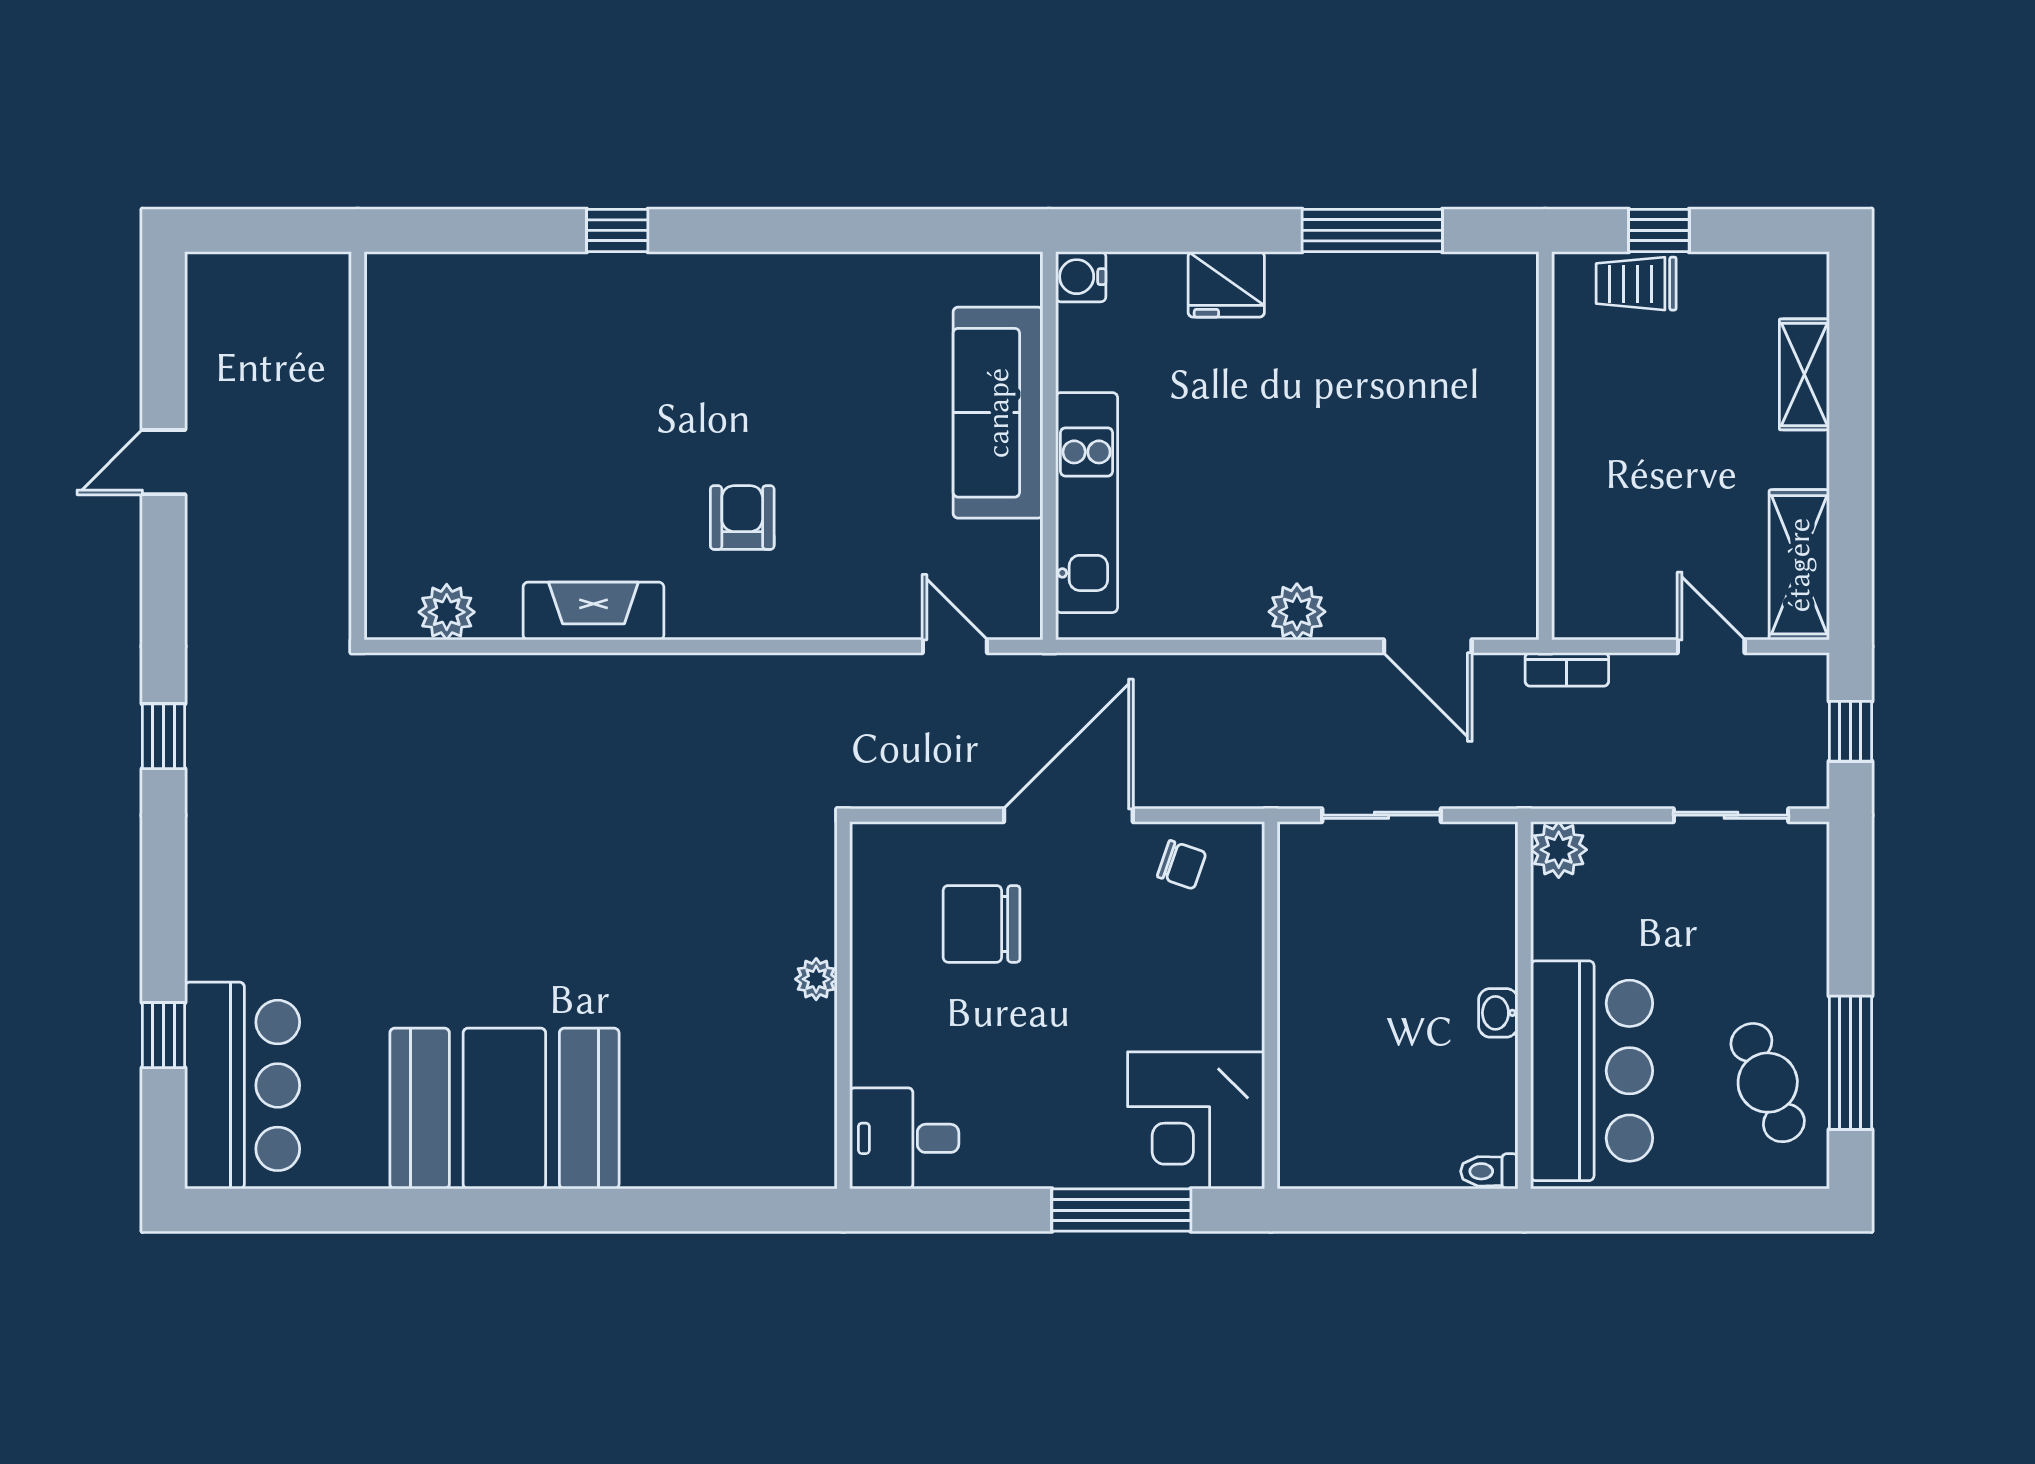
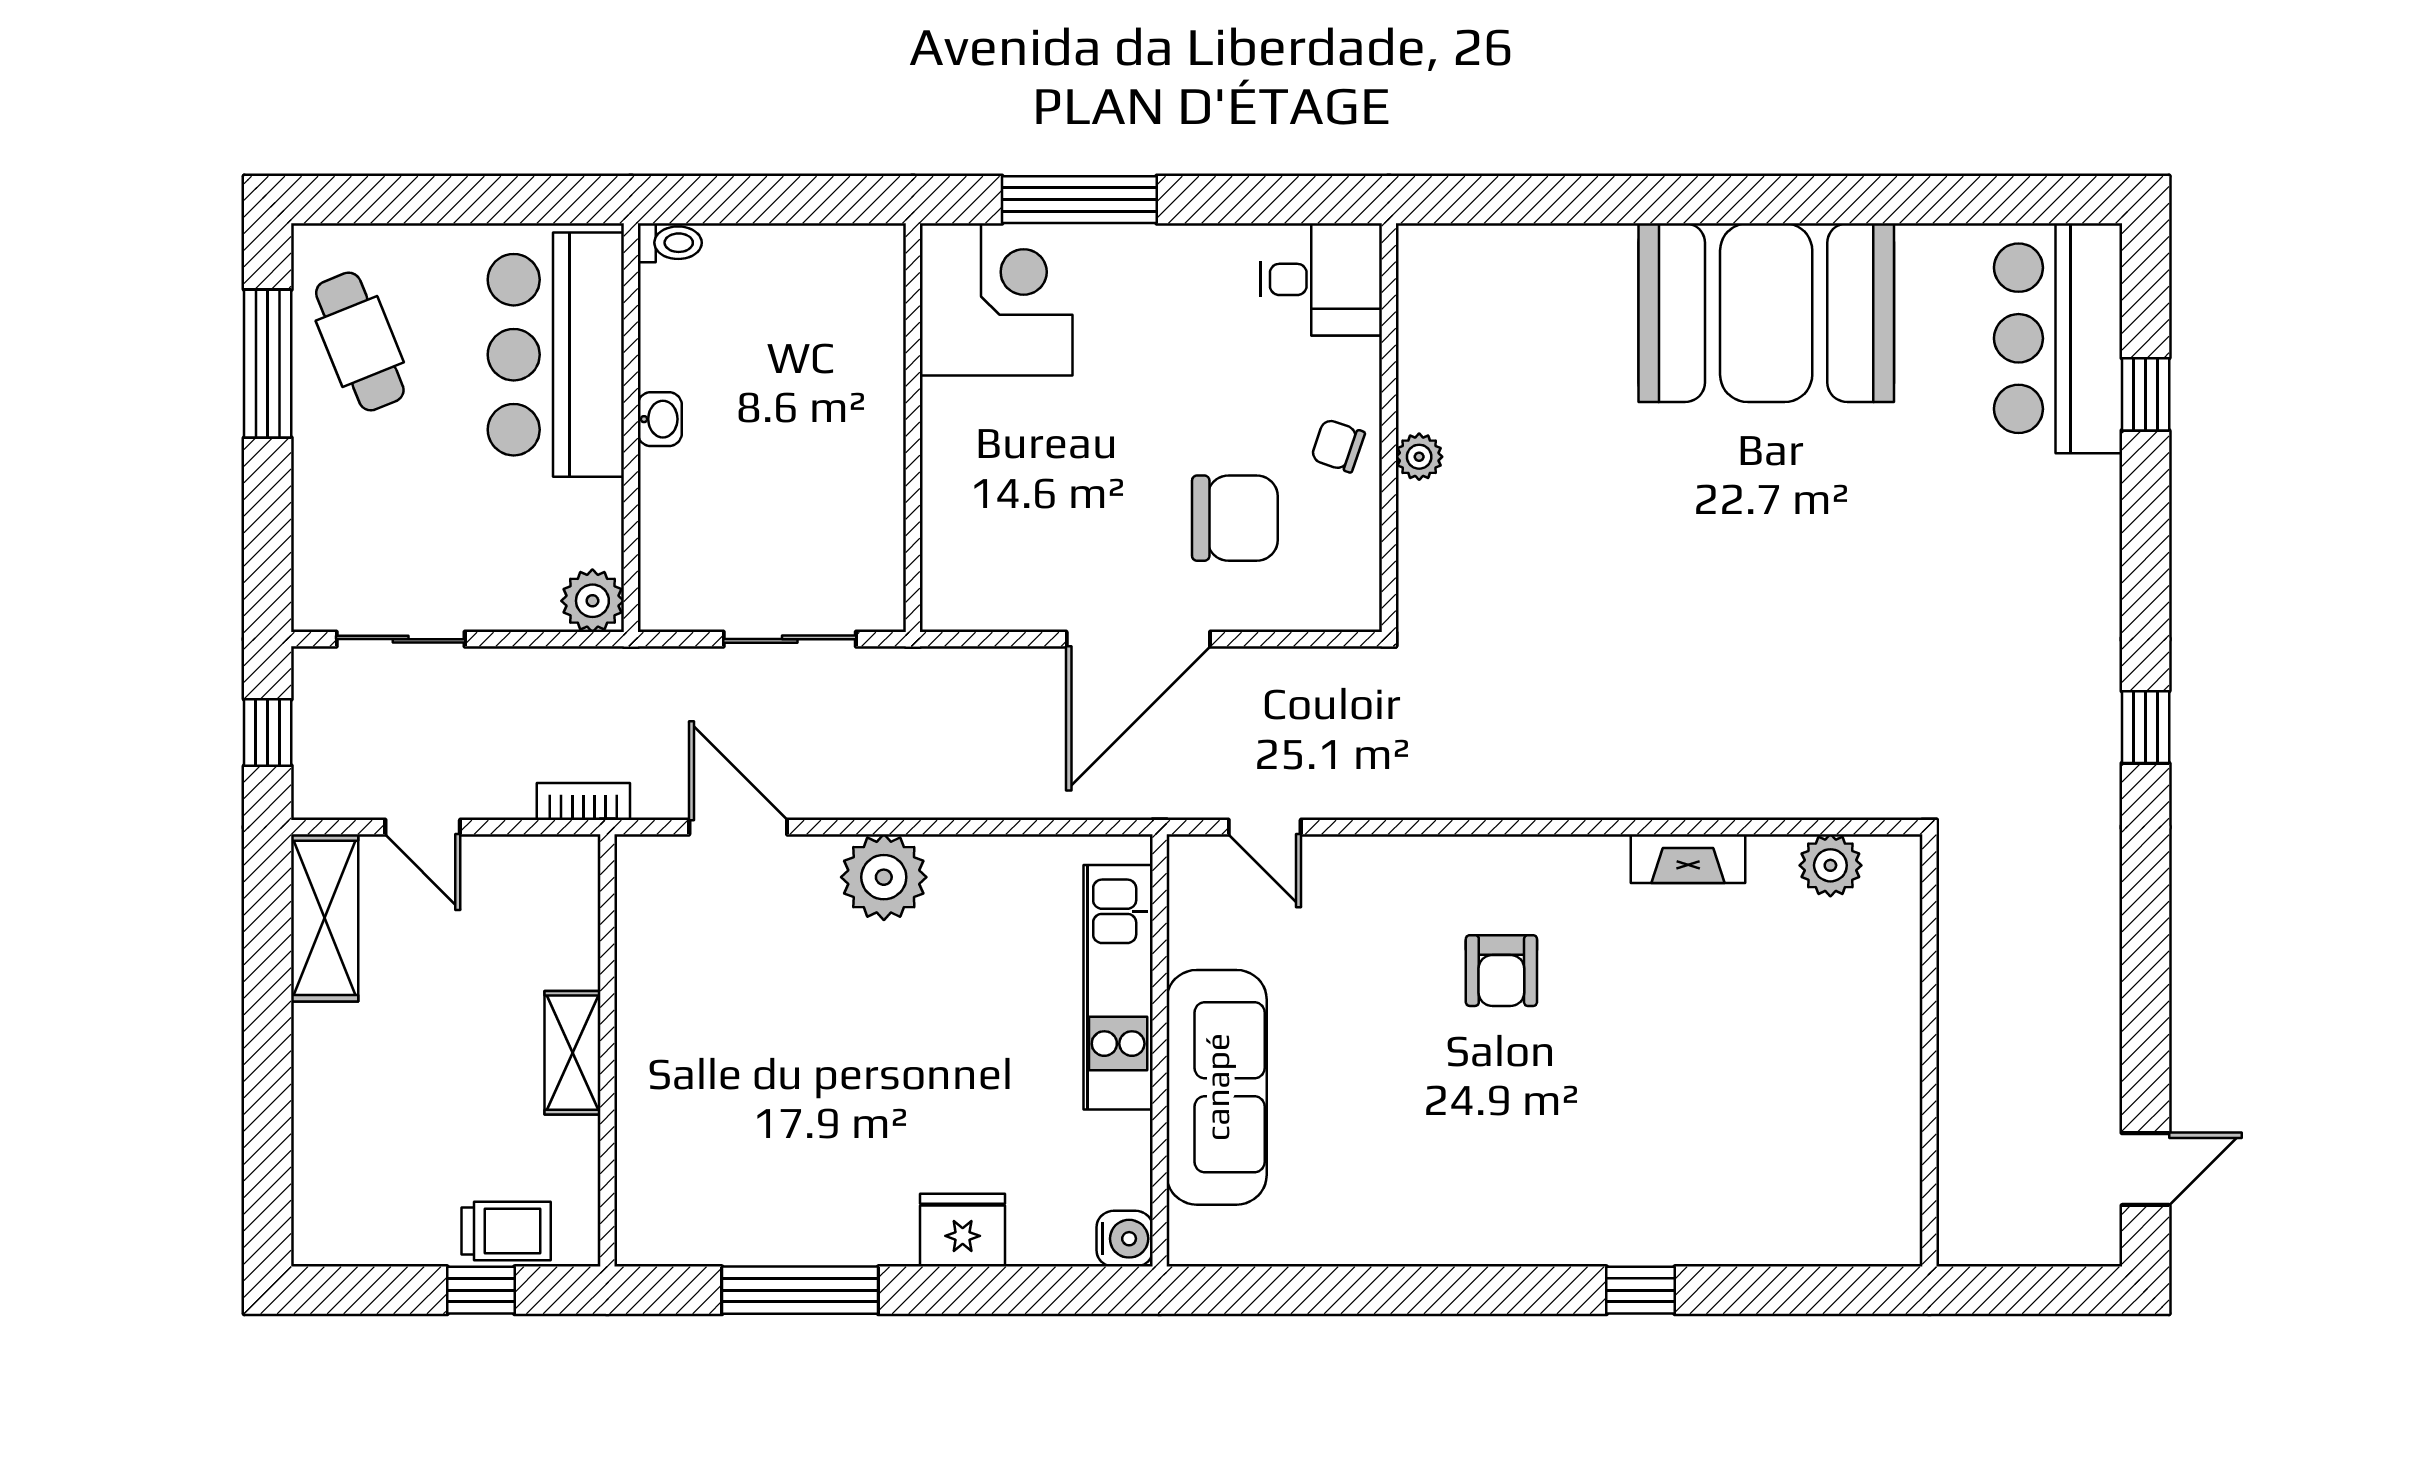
shelving: (1804, 374) -> (572, 1053), moved
door: (164, 462) -> (2146, 1169), moved
fireplace: (593, 611) -> (1688, 859), width x0.73, depth x0.76
plant: (1297, 612) -> (884, 877), width x1.36, depth x1.36
chair: (1182, 865) -> (1338, 446), moved

